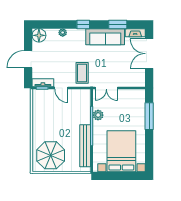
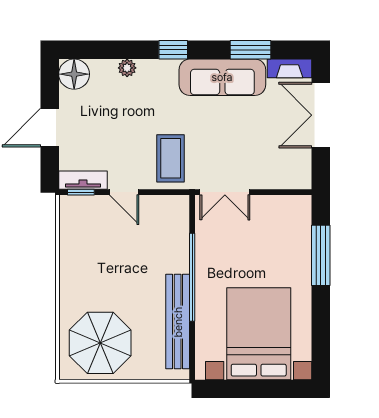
plant: (98, 115) -> (206, 253), removed

